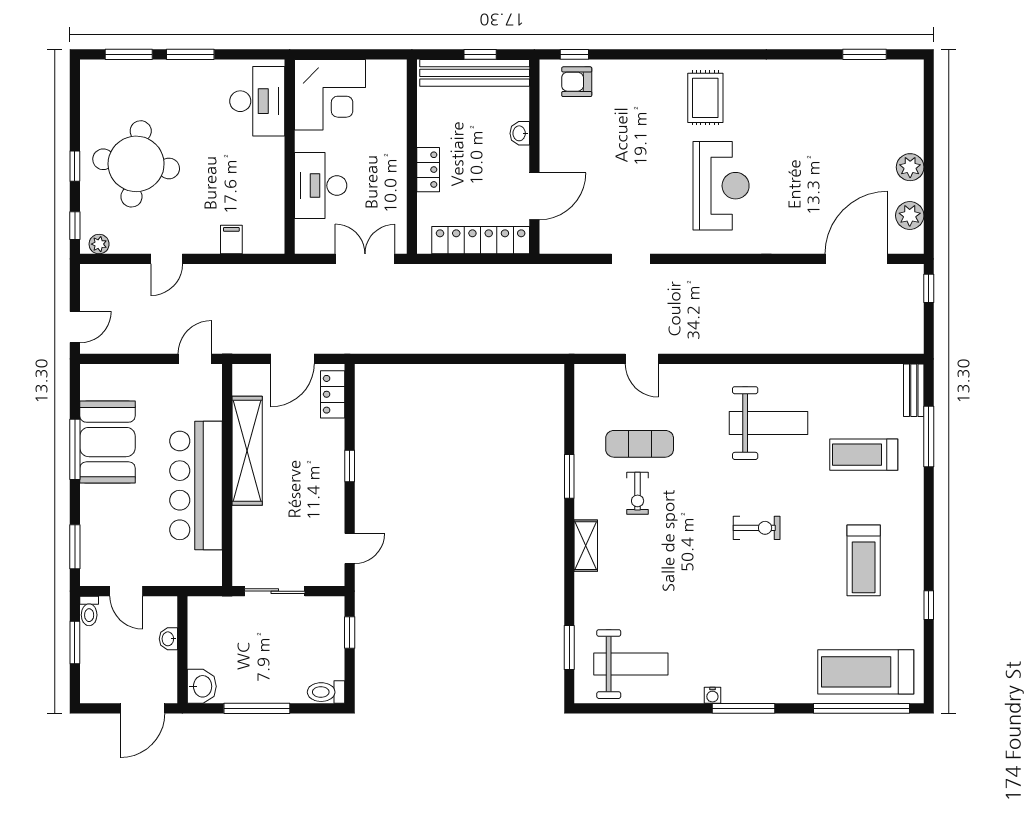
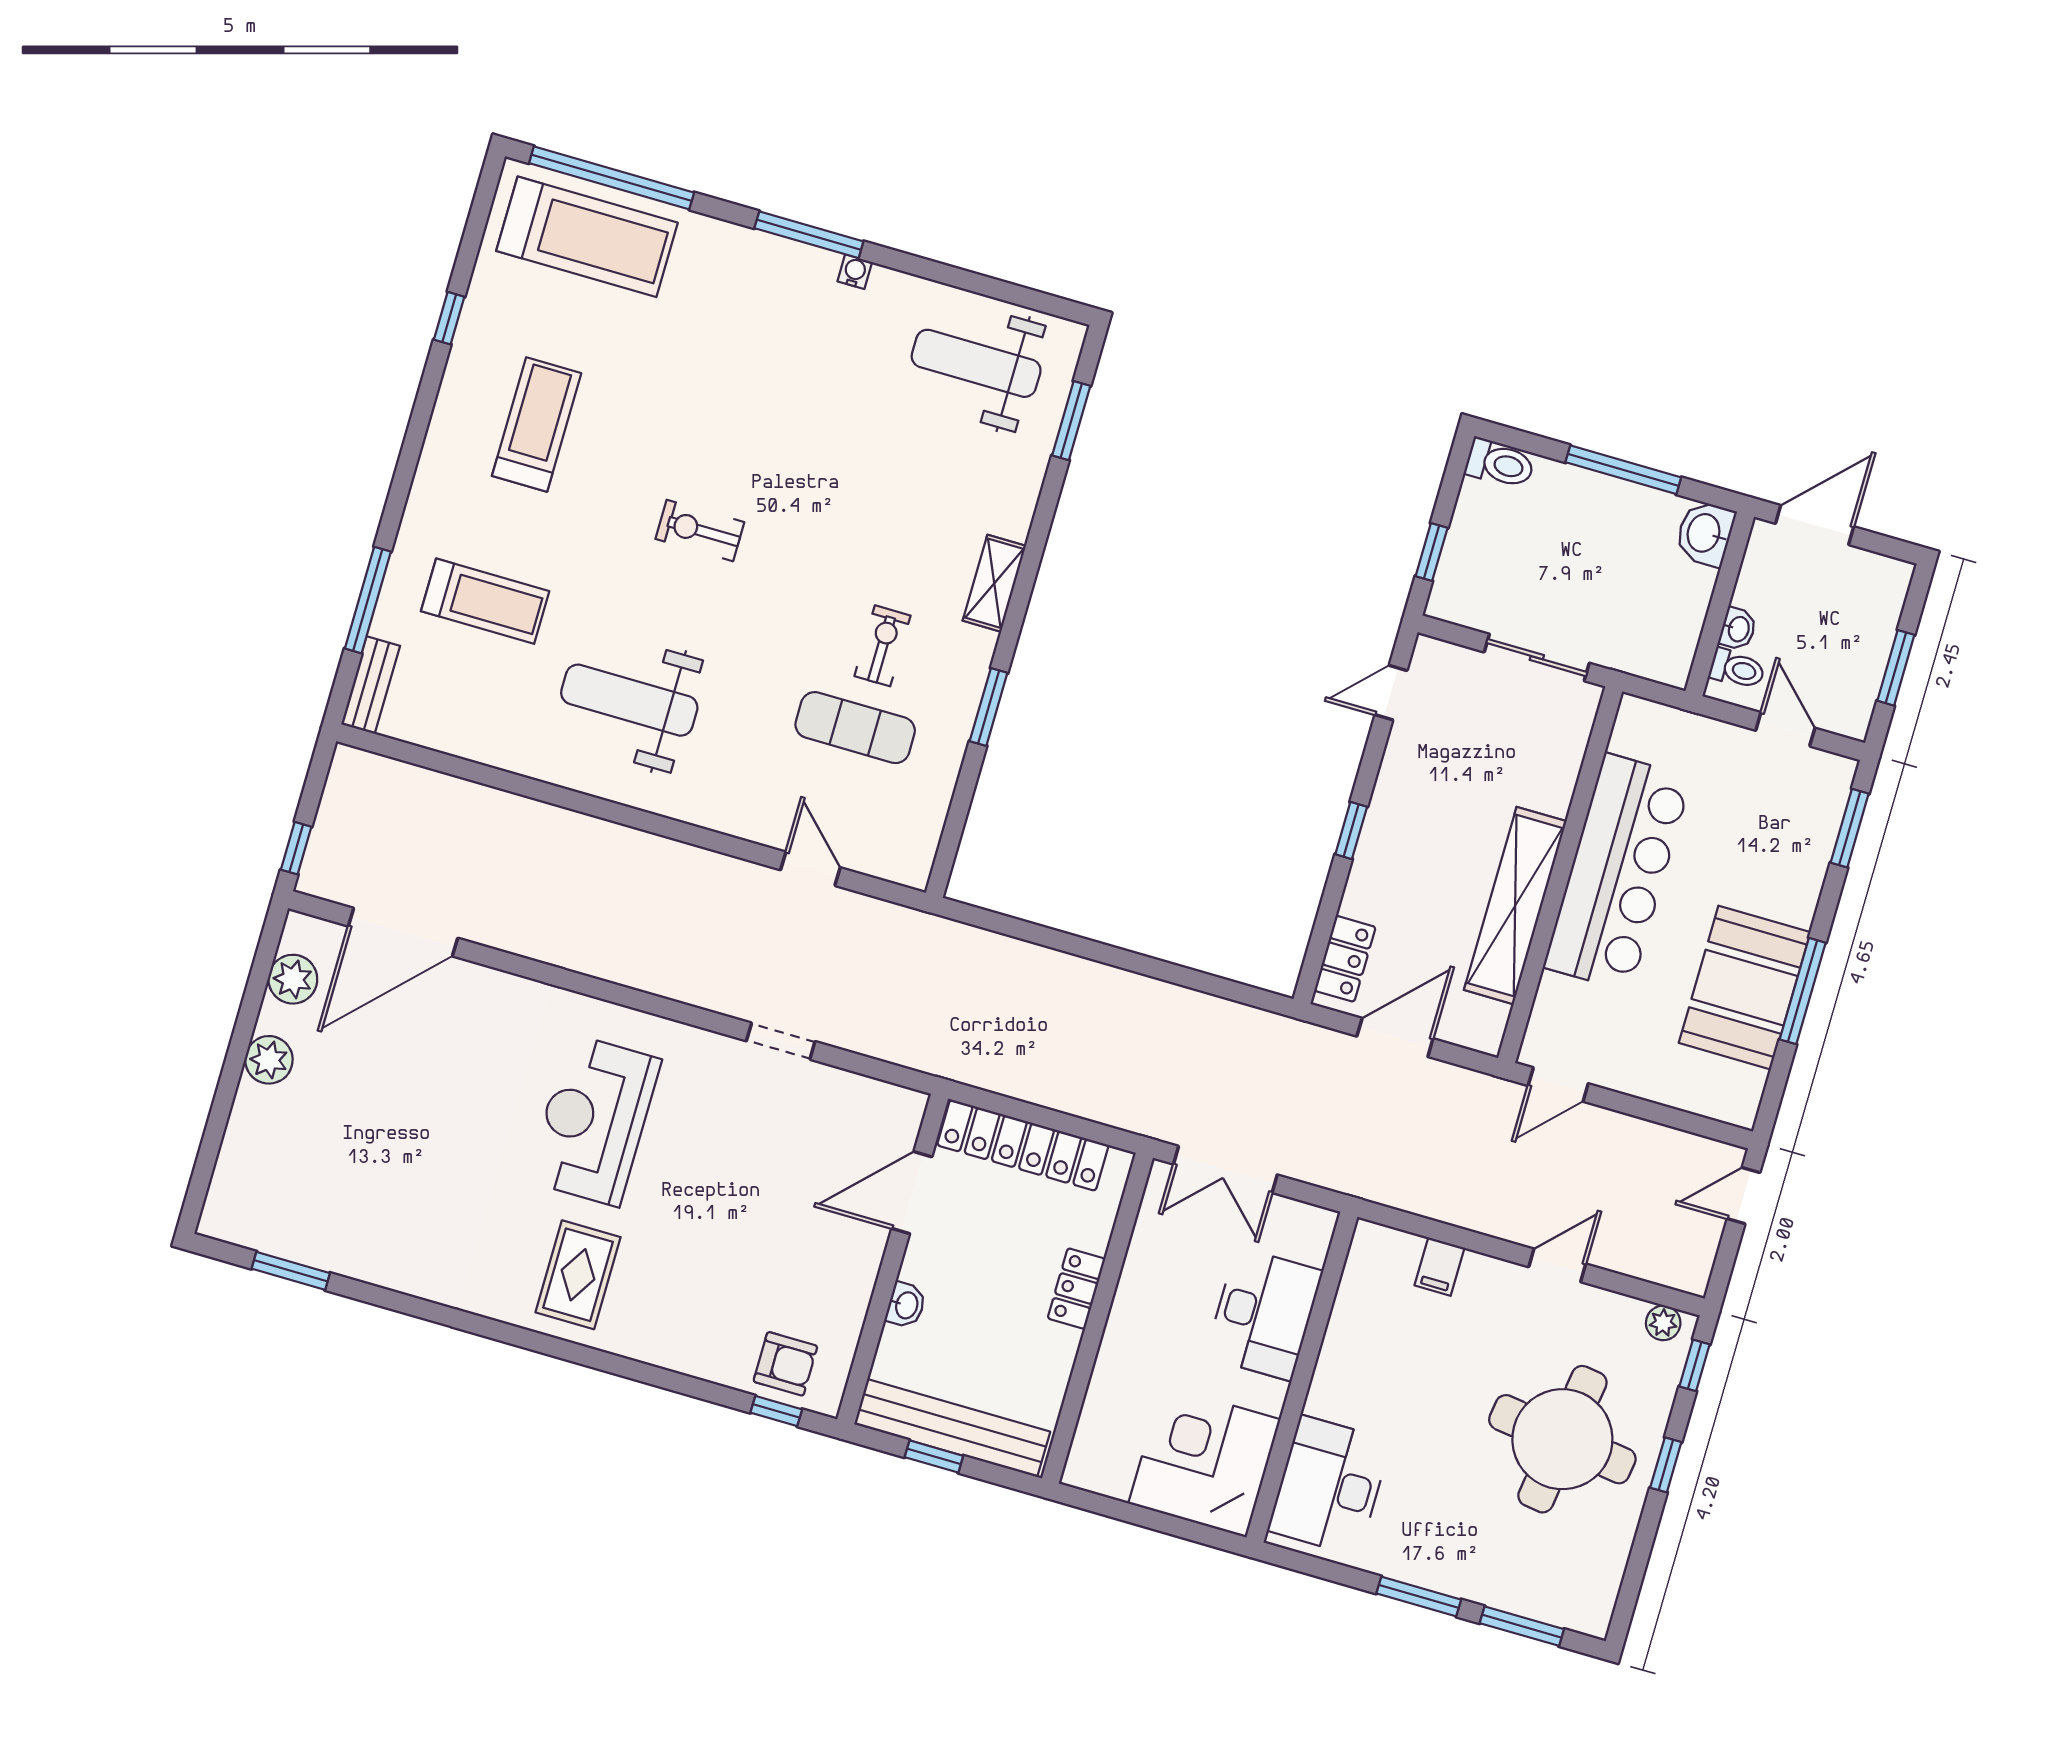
toilet: (89, 611) -> (1737, 669), moved, turned 90

